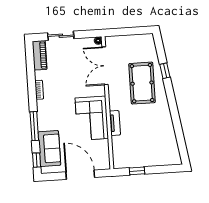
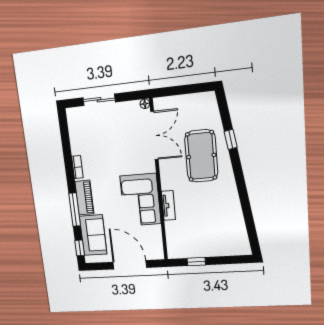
piano: (40, 55) -> (84, 198), moved
double door: (105, 66) -> (154, 136), swing flipped

